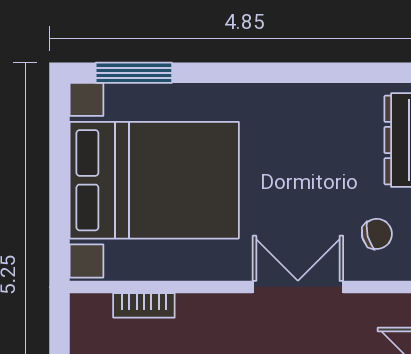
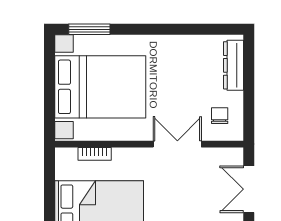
chair: (377, 234) -> (220, 116), turned -75

